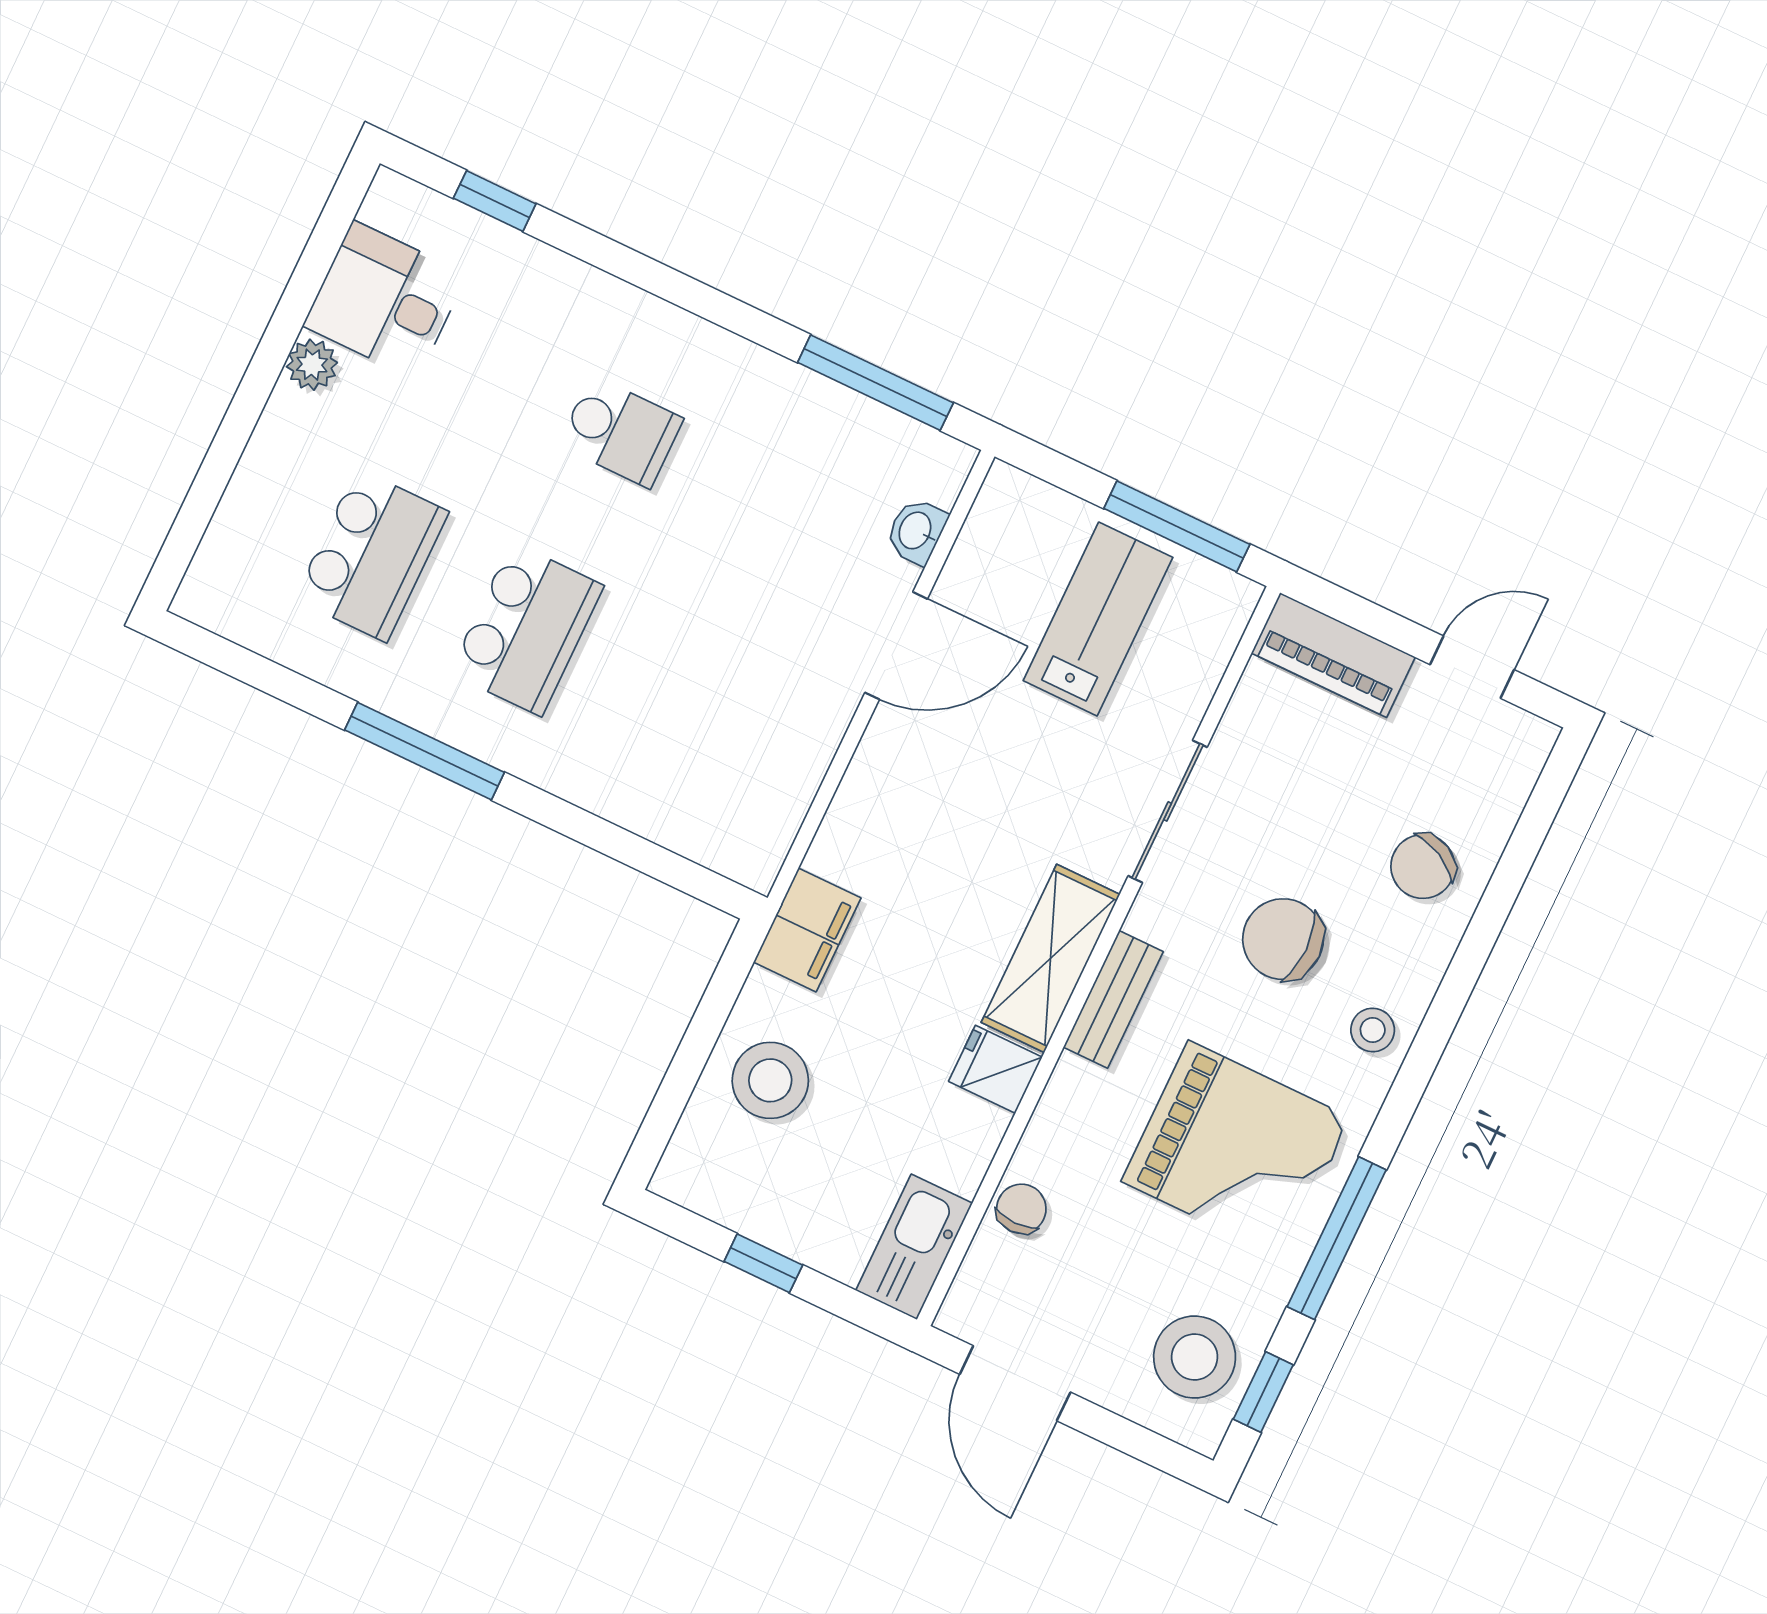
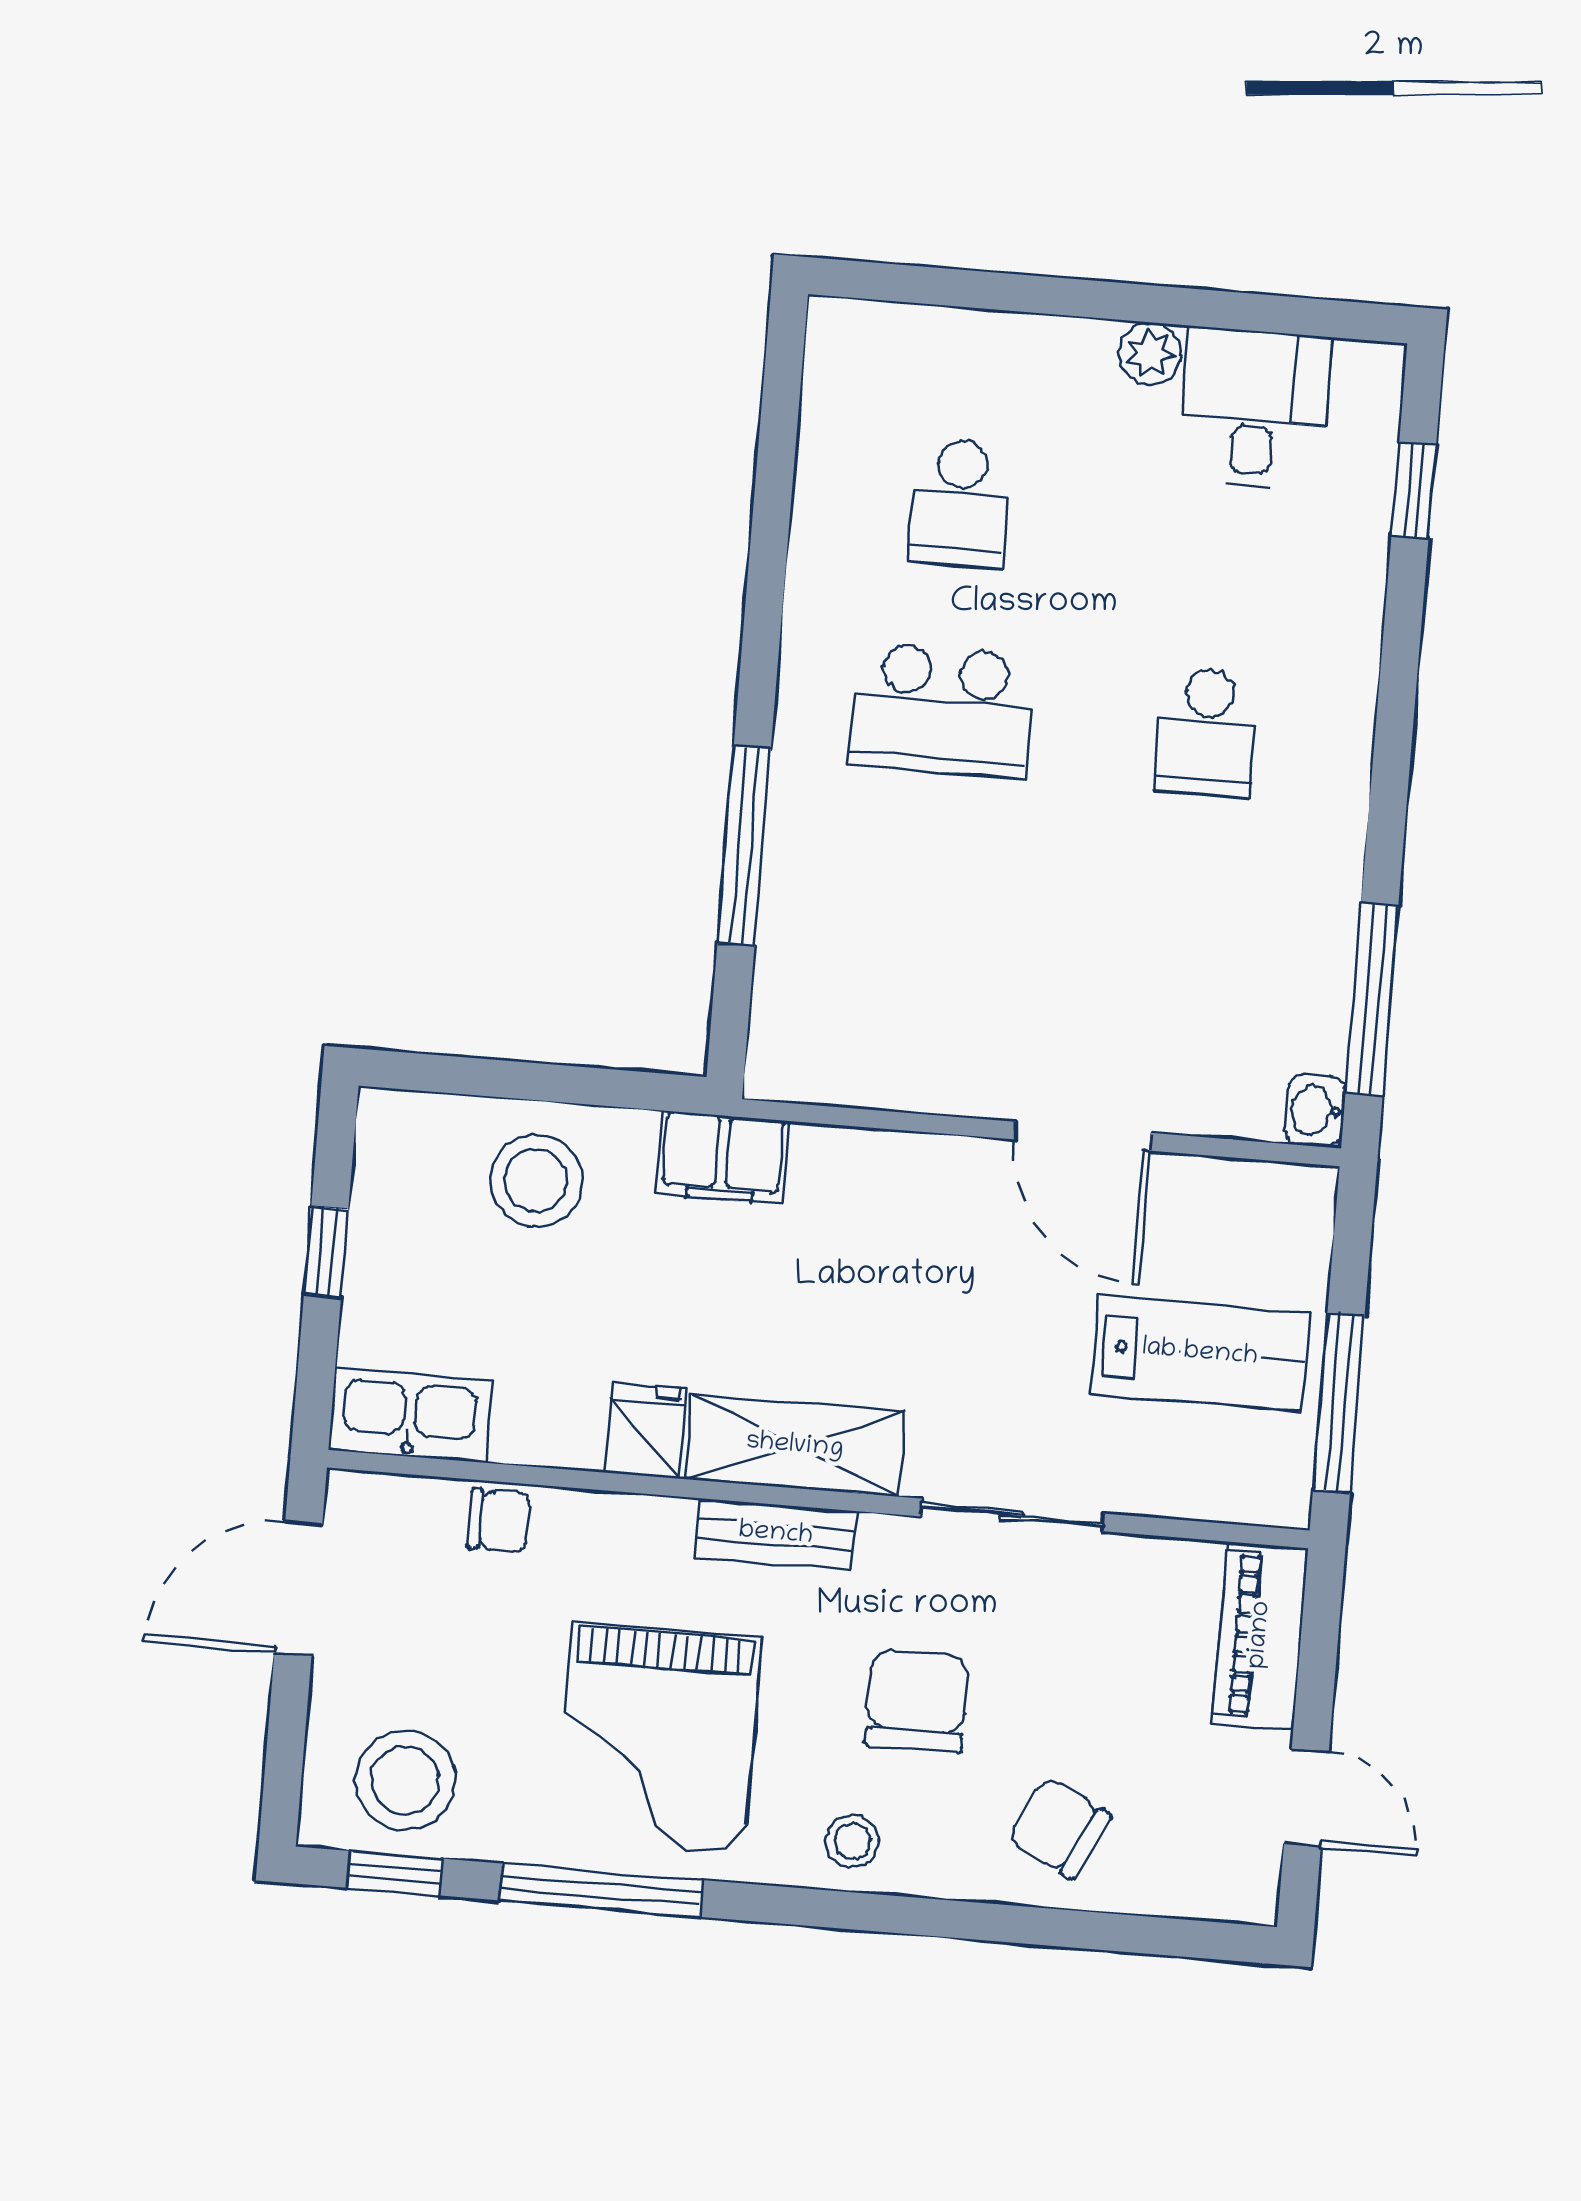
washbasin: (916, 531) -> (1315, 1110), moved, turned -90
school desk: (372, 555) -> (960, 503), width x0.54
window: (425, 751) -> (744, 846), moved

